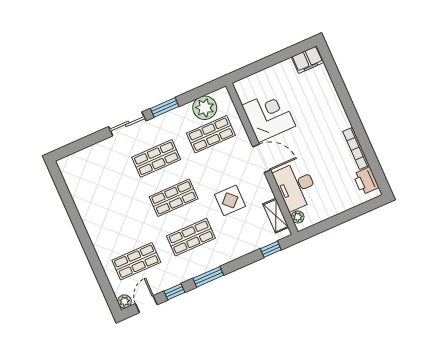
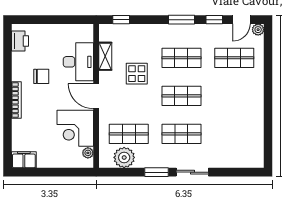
bookcase: (356, 148) -> (16, 100), moved
chair: (328, 154) -> (41, 76), added
shelving: (276, 216) -> (105, 56), moved
plant: (298, 217) -> (88, 153), moved

